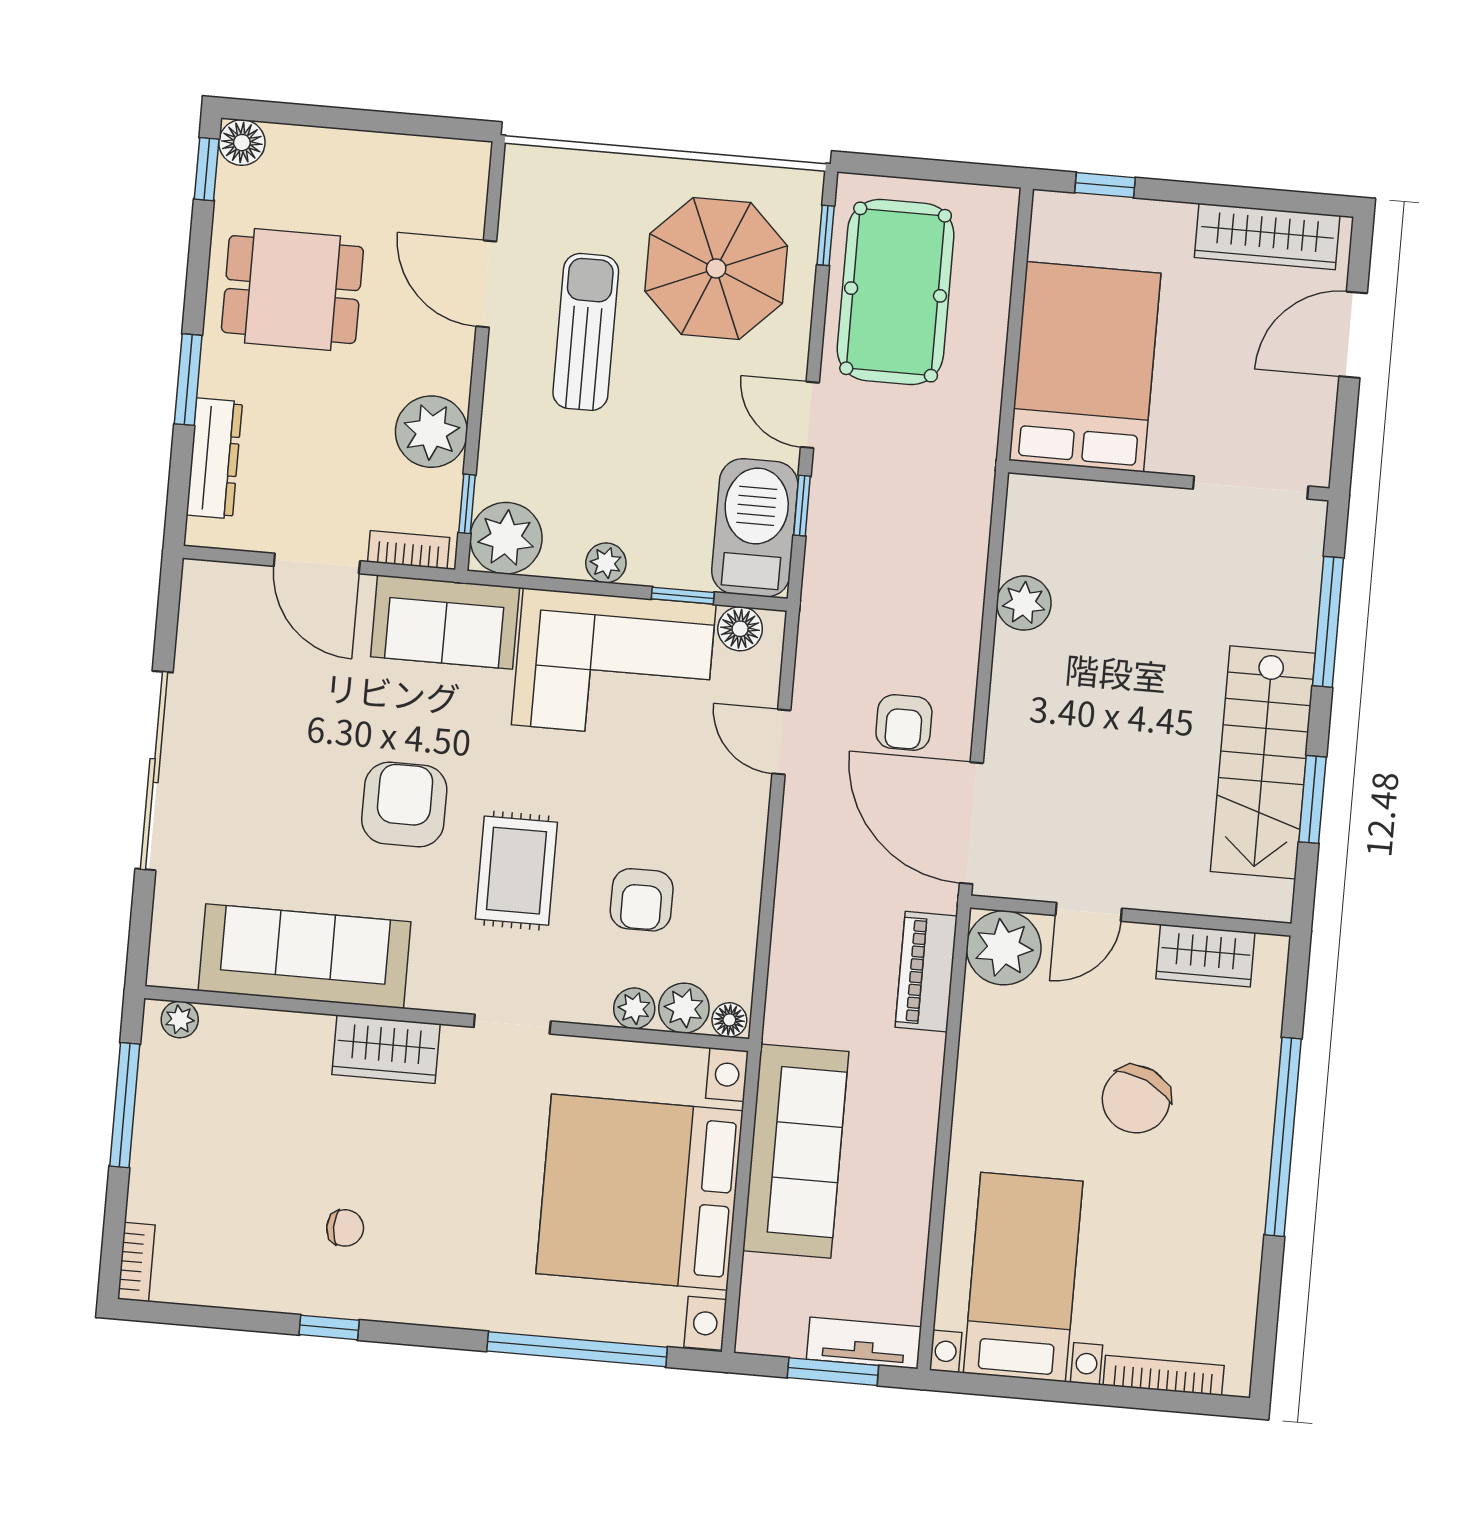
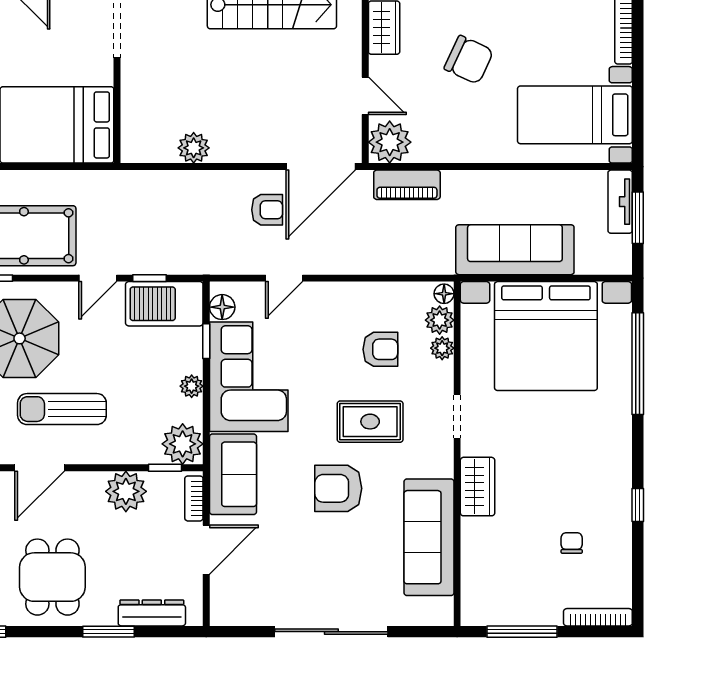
plant: (180, 1020) -> (471, 605), removed
chair: (345, 1228) -> (572, 543), moved
bookcase: (136, 1262) -> (598, 617), width x1.56

